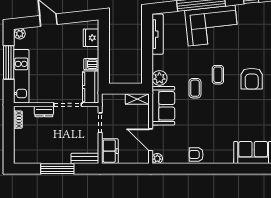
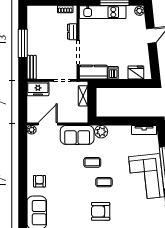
tv unit: (158, 34) -> (144, 130), width x0.71
shelving: (137, 99) -> (83, 96), moved
armchair: (196, 155) -> (39, 181), moved

